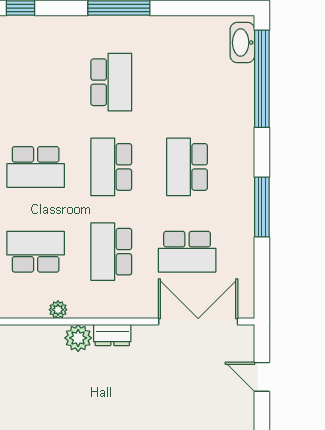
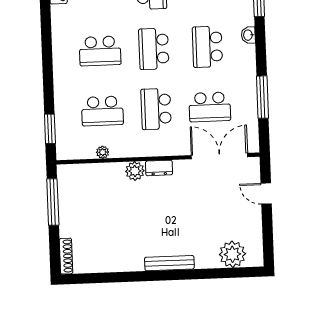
washbasin: (245, 153) -> (248, 35), added
window: (262, 207) -> (262, 97), moved
school desk: (36, 252) -> (102, 111), turned 180
plant: (58, 310) -> (103, 152), moved

